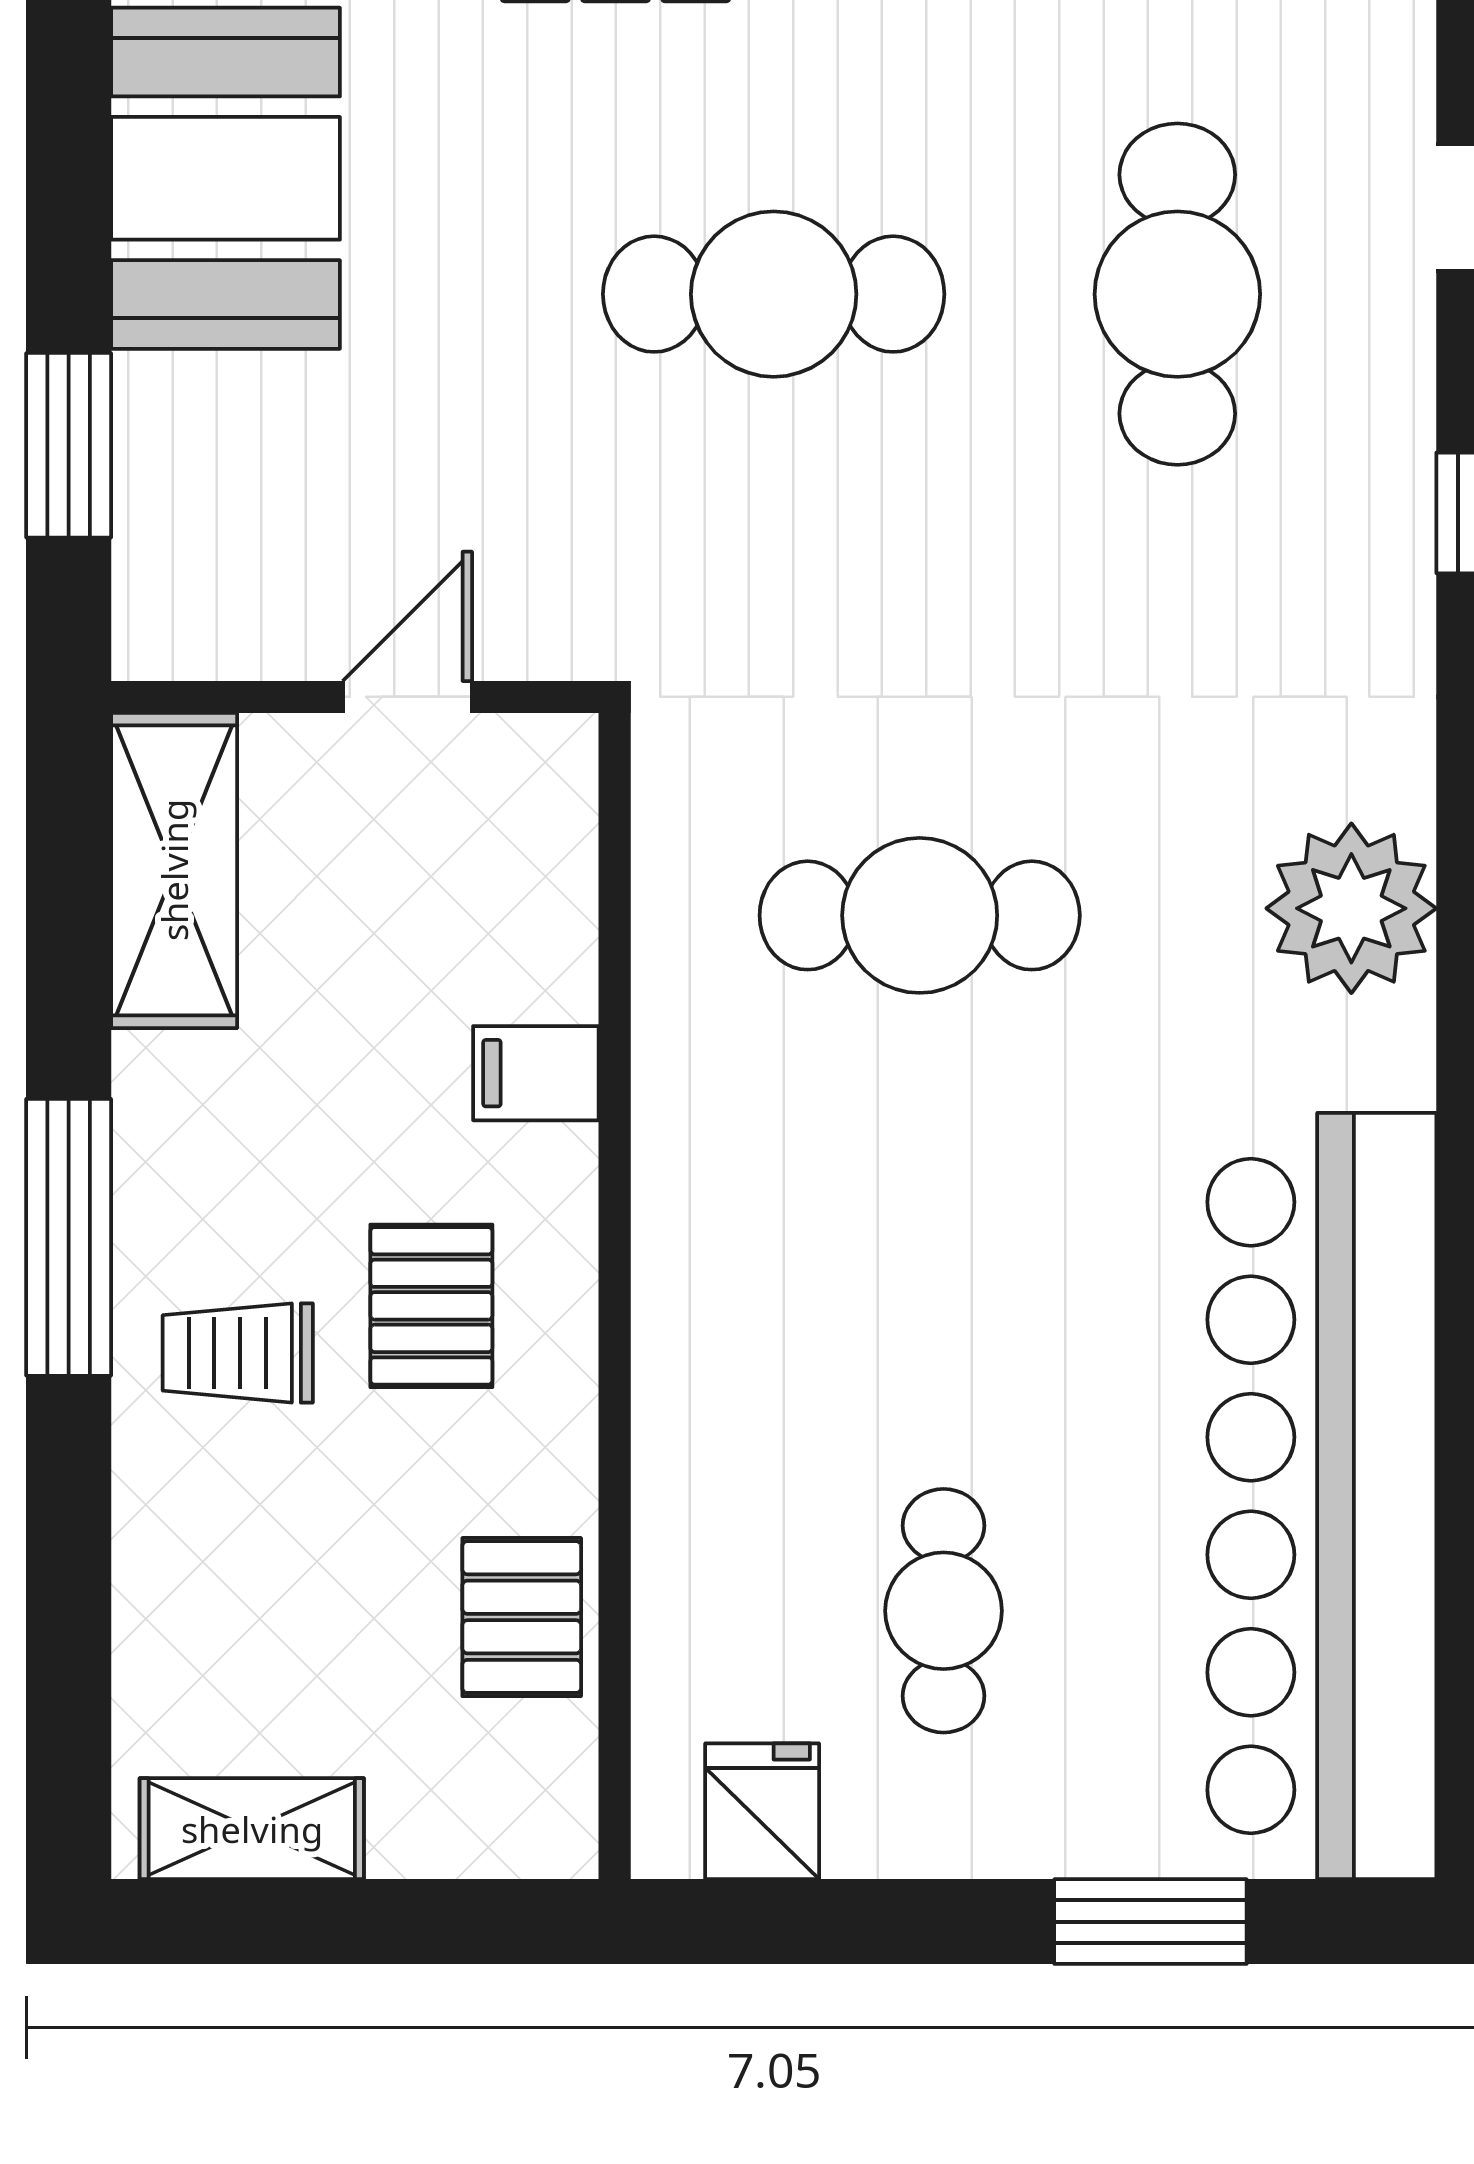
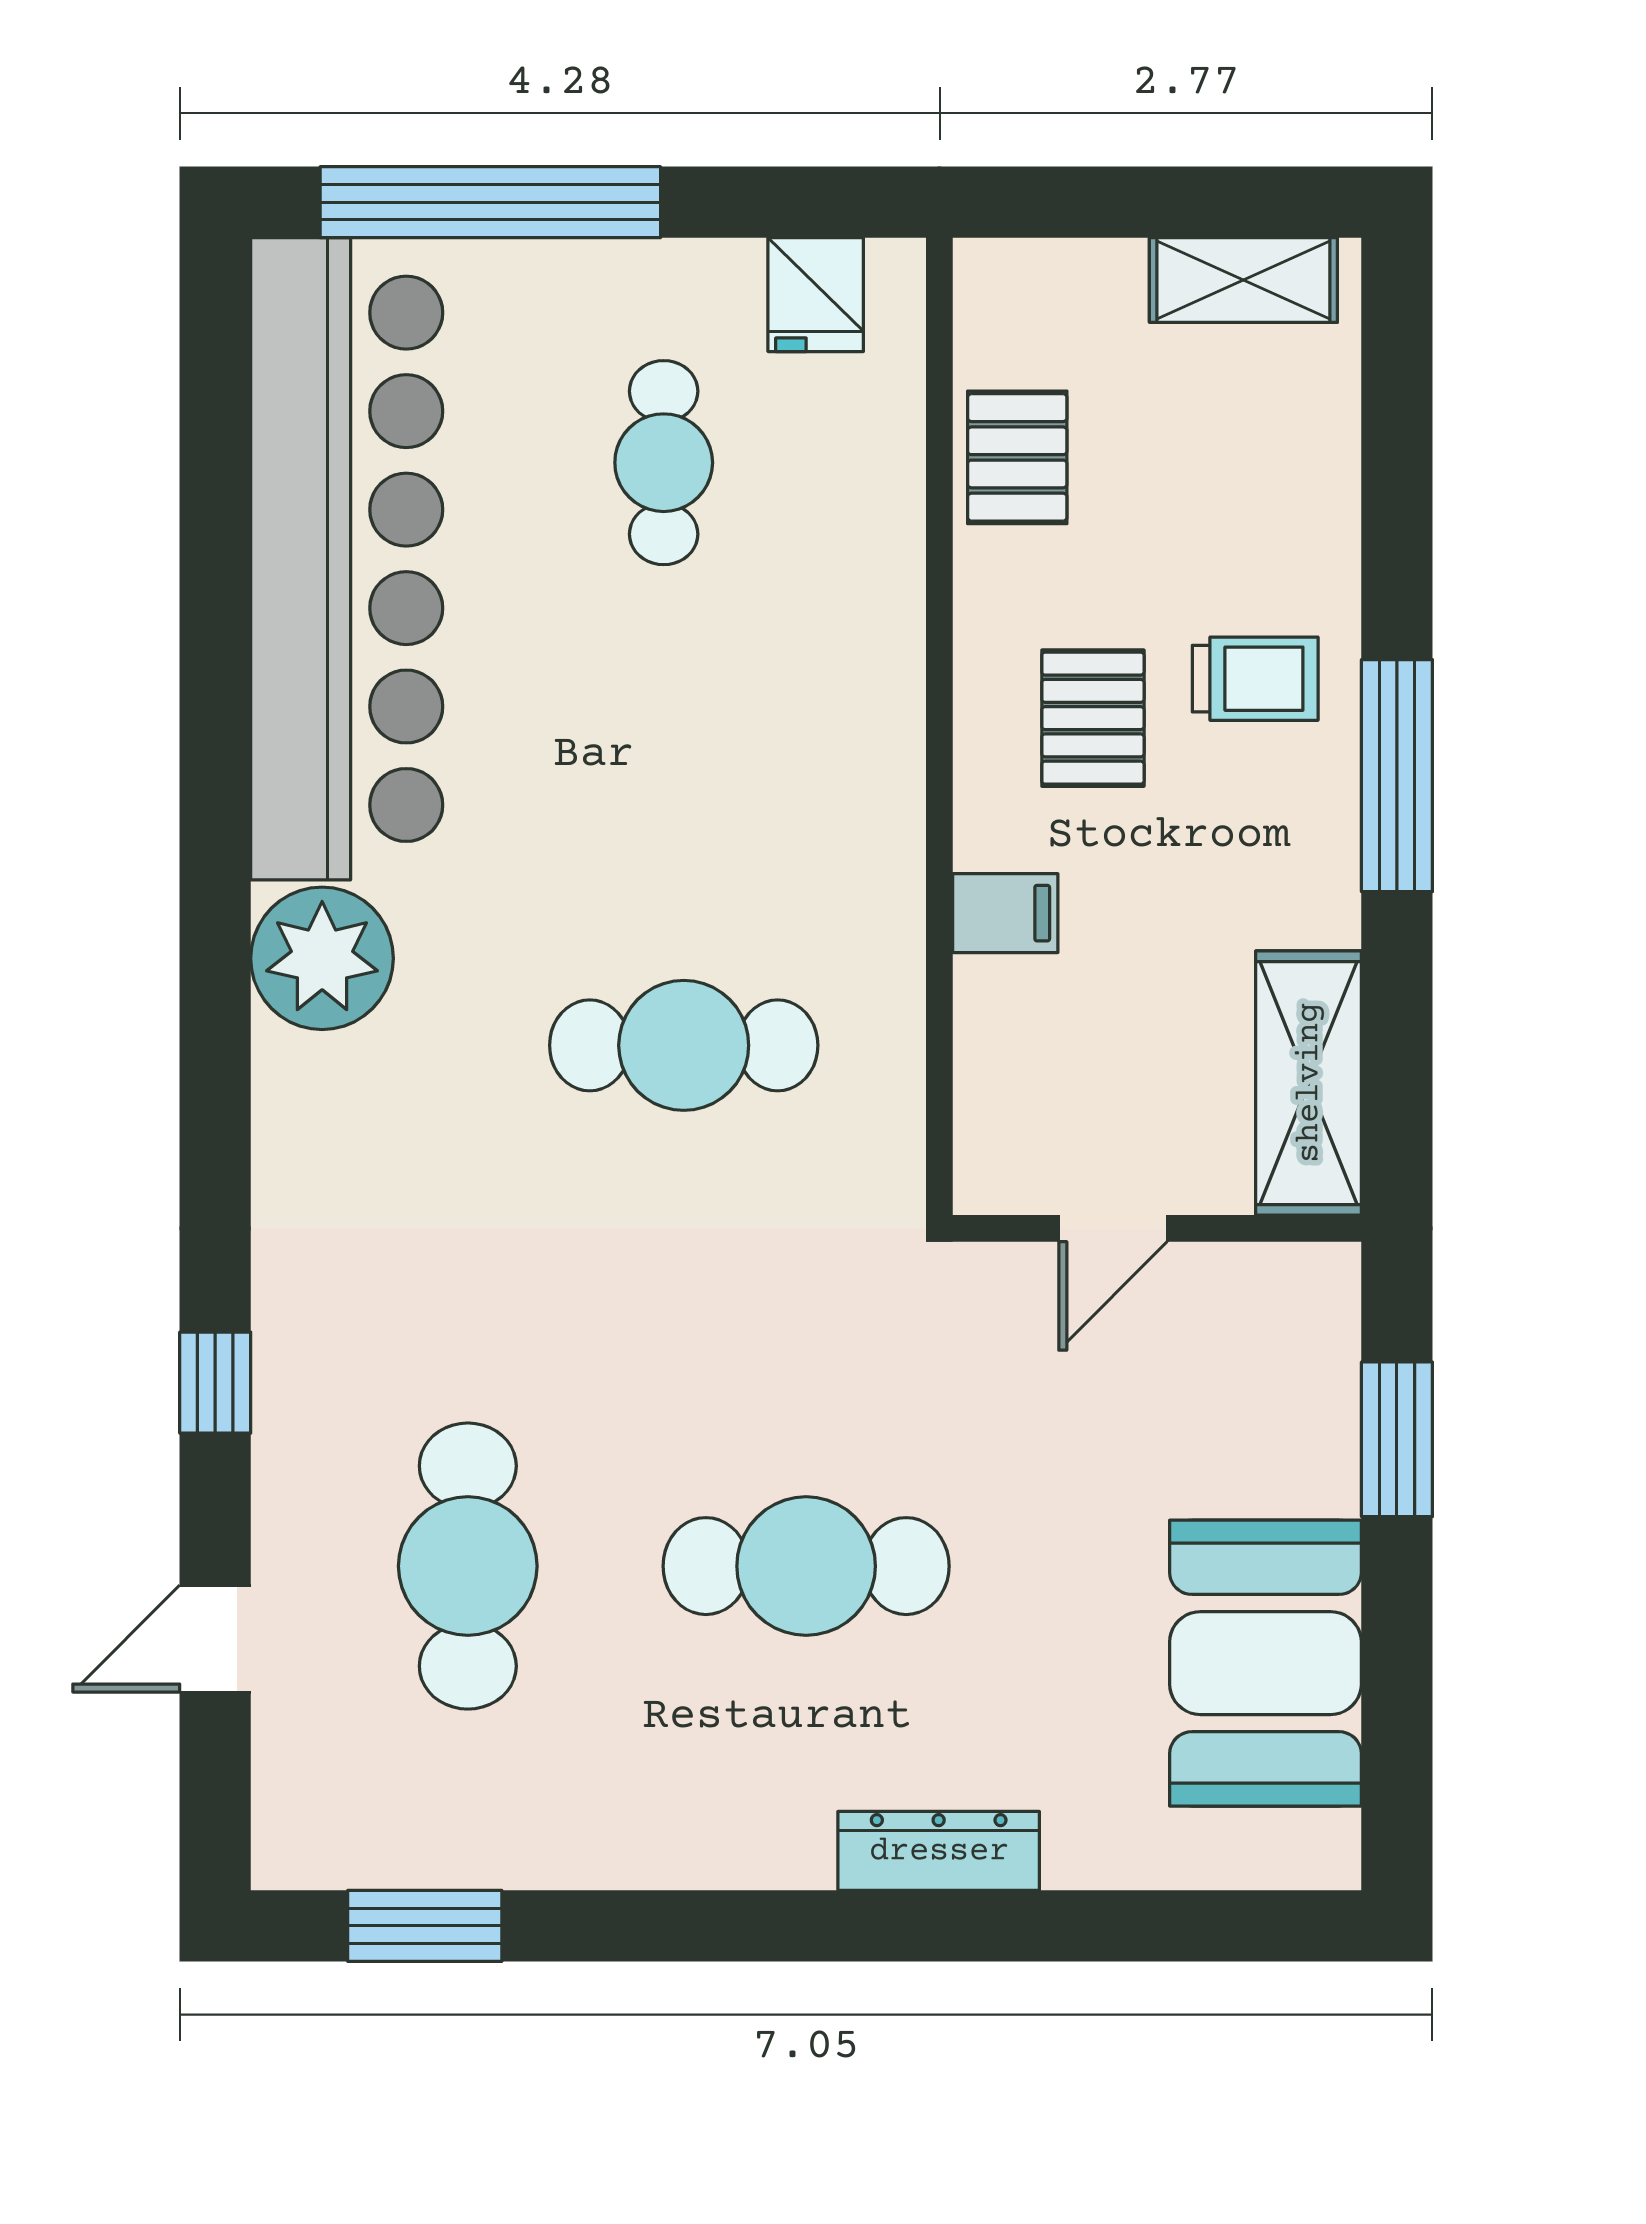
plant: (1351, 908) -> (322, 958), moved
window: (1150, 1922) -> (490, 202), width x2.11

